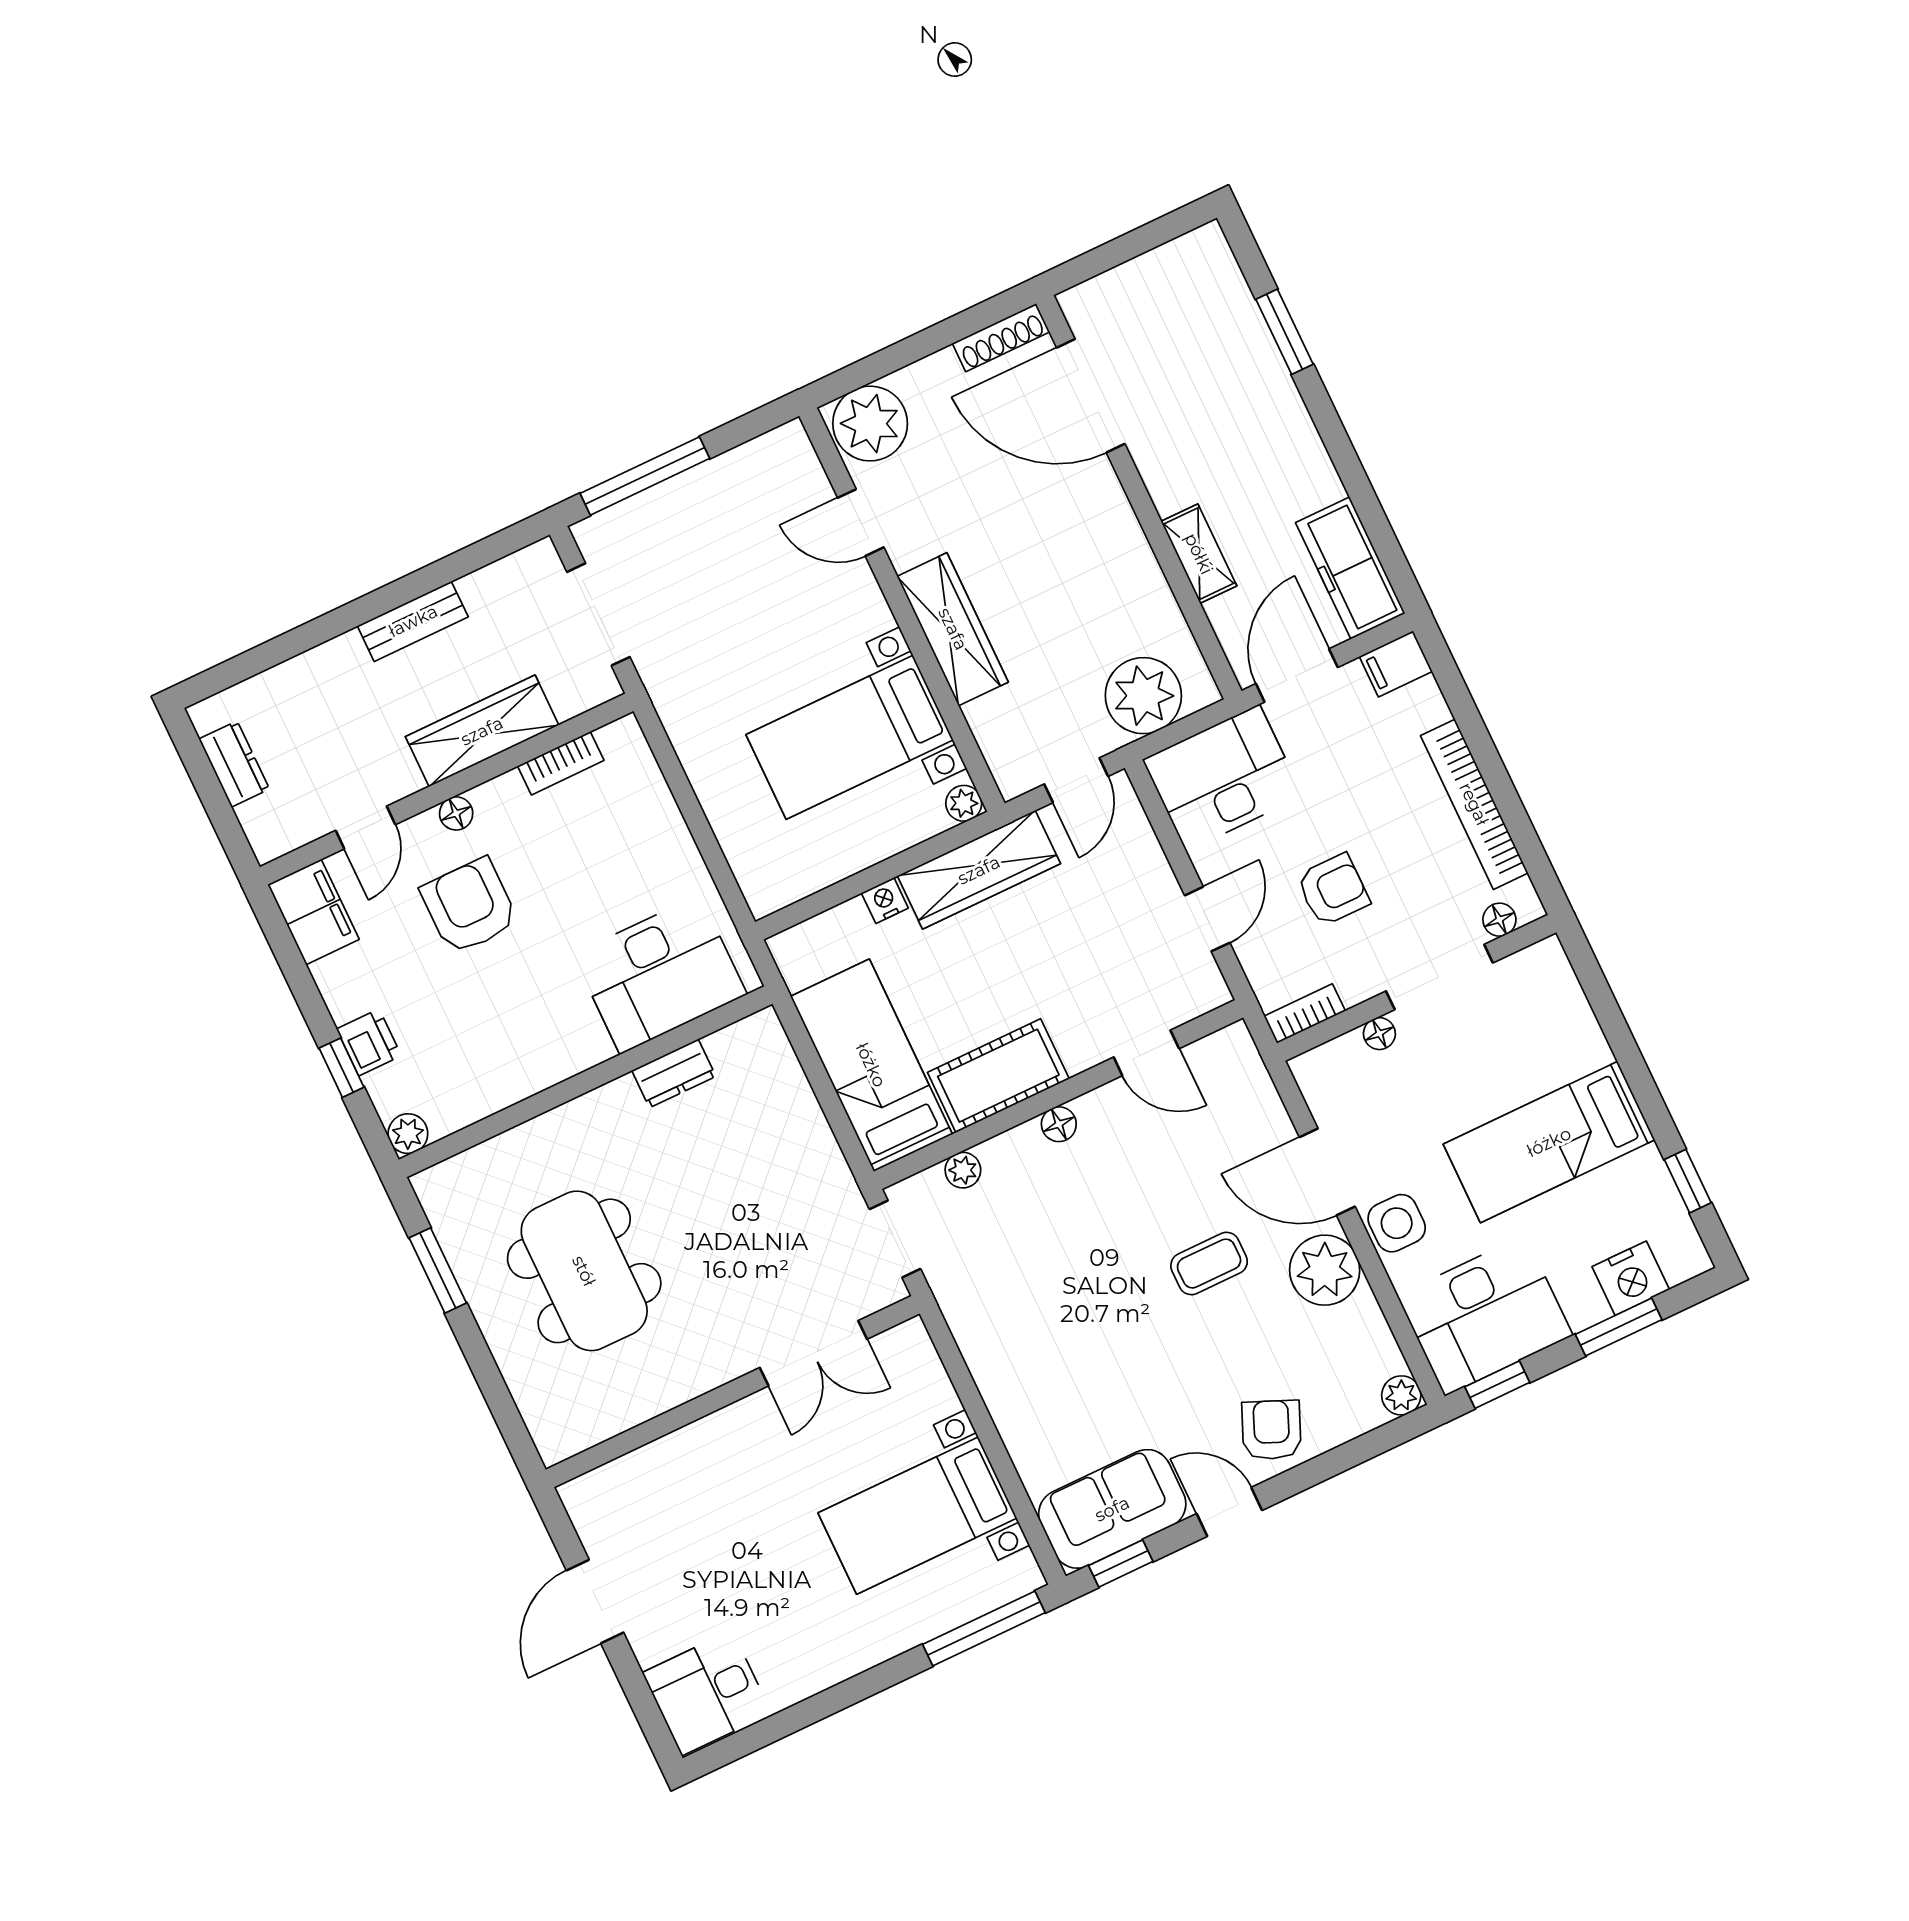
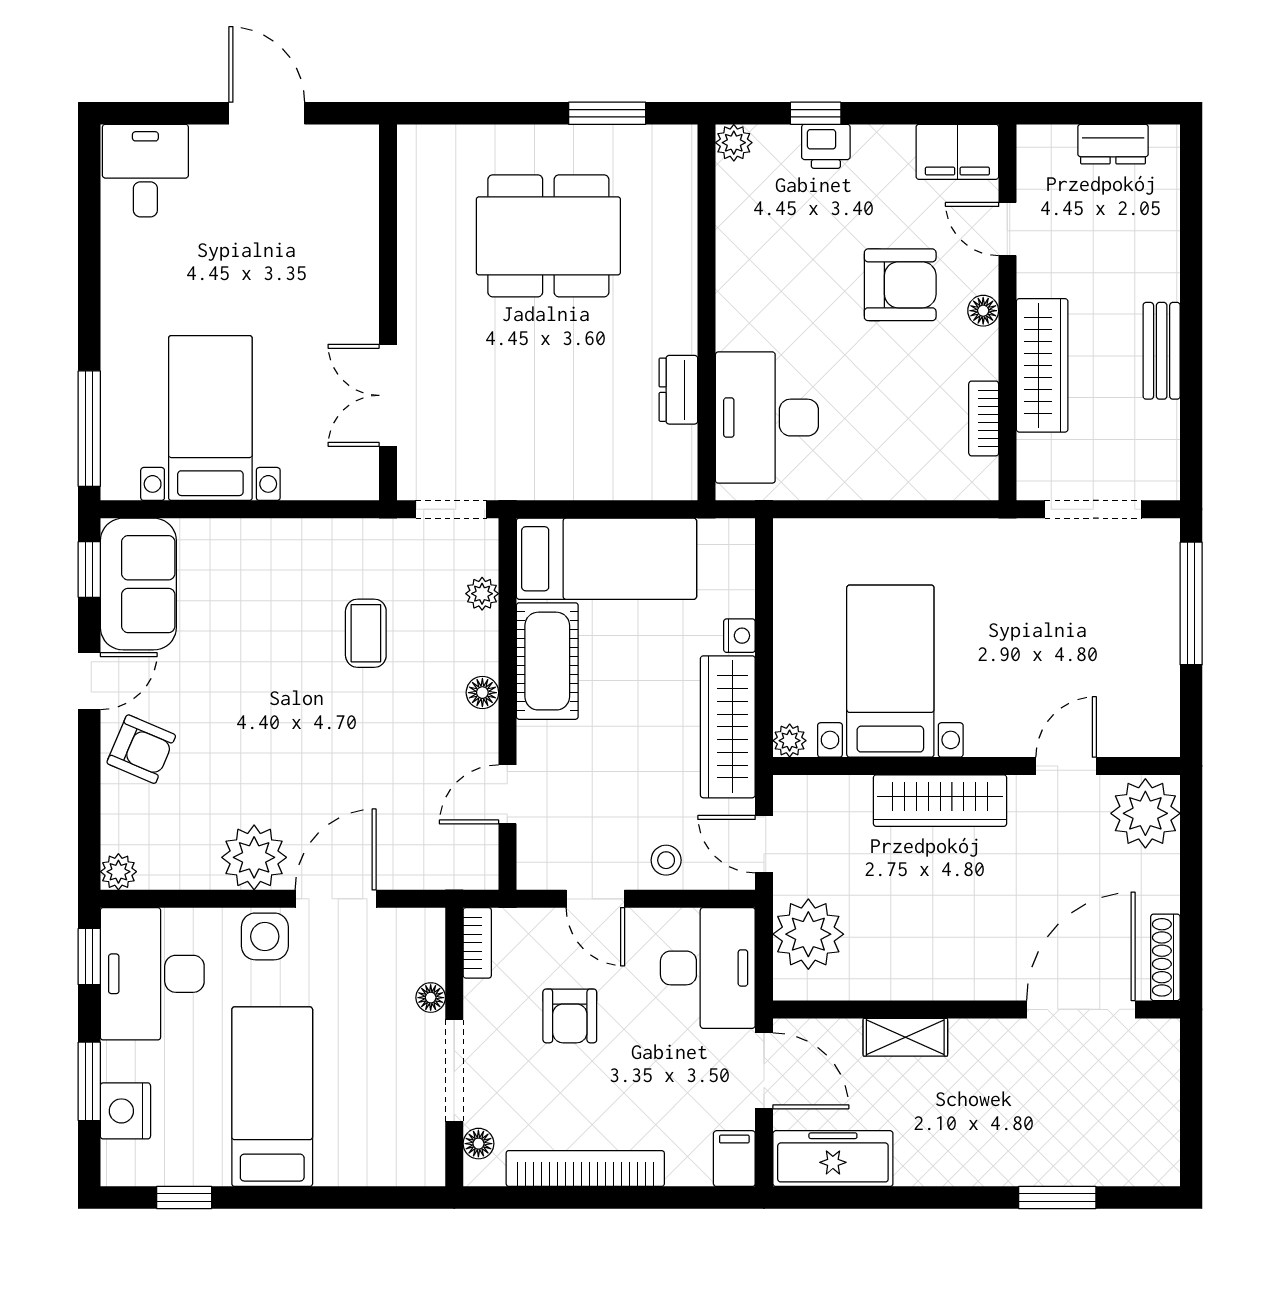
stool: (1137, 868) -> (666, 860), added
coffee table: (1209, 1264) -> (366, 633), moved

